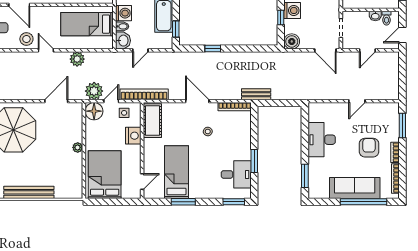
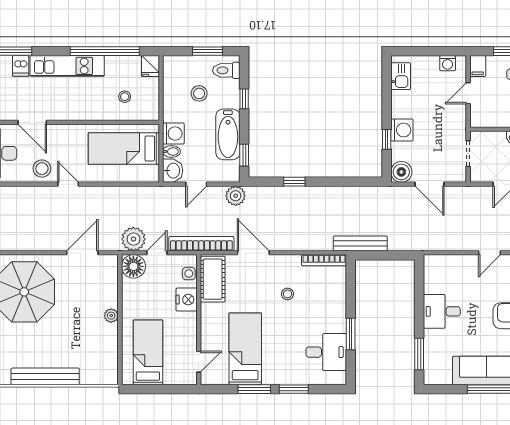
door: (325, 50) -> (430, 184), moved
plant: (77, 59) -> (236, 196), moved
bench: (256, 94) -> (360, 244), width x1.36
door: (197, 101) -> (253, 253), moved
side table: (124, 113) -> (189, 274), moved
desk: (322, 140) -> (442, 311), width x0.73
bed: (105, 175) -> (148, 352), width x0.67
window: (234, 202) -> (294, 389), moved

